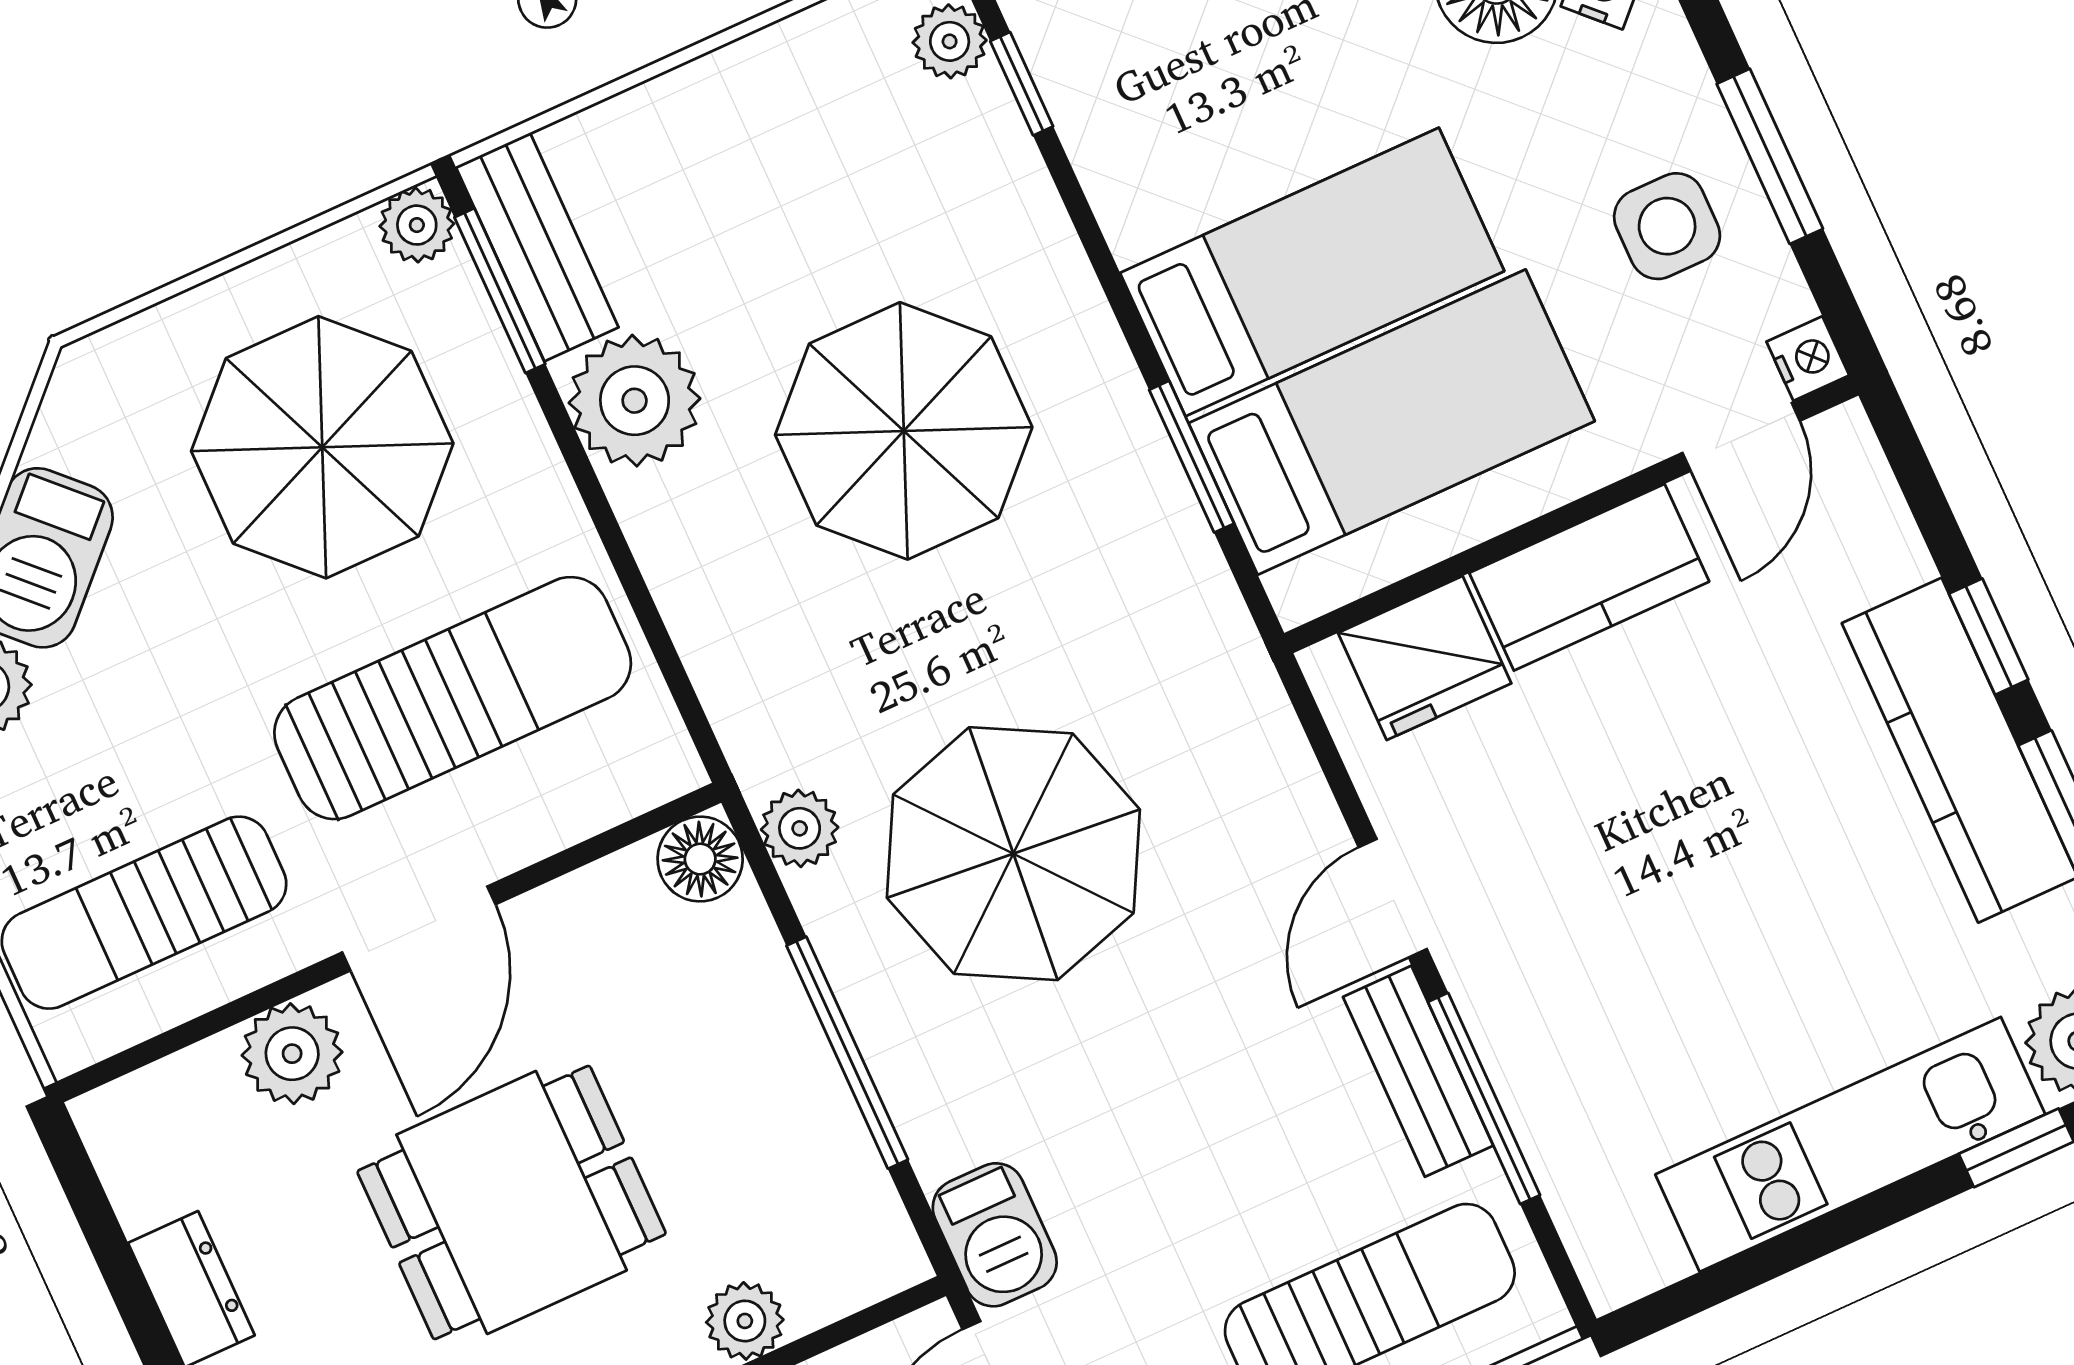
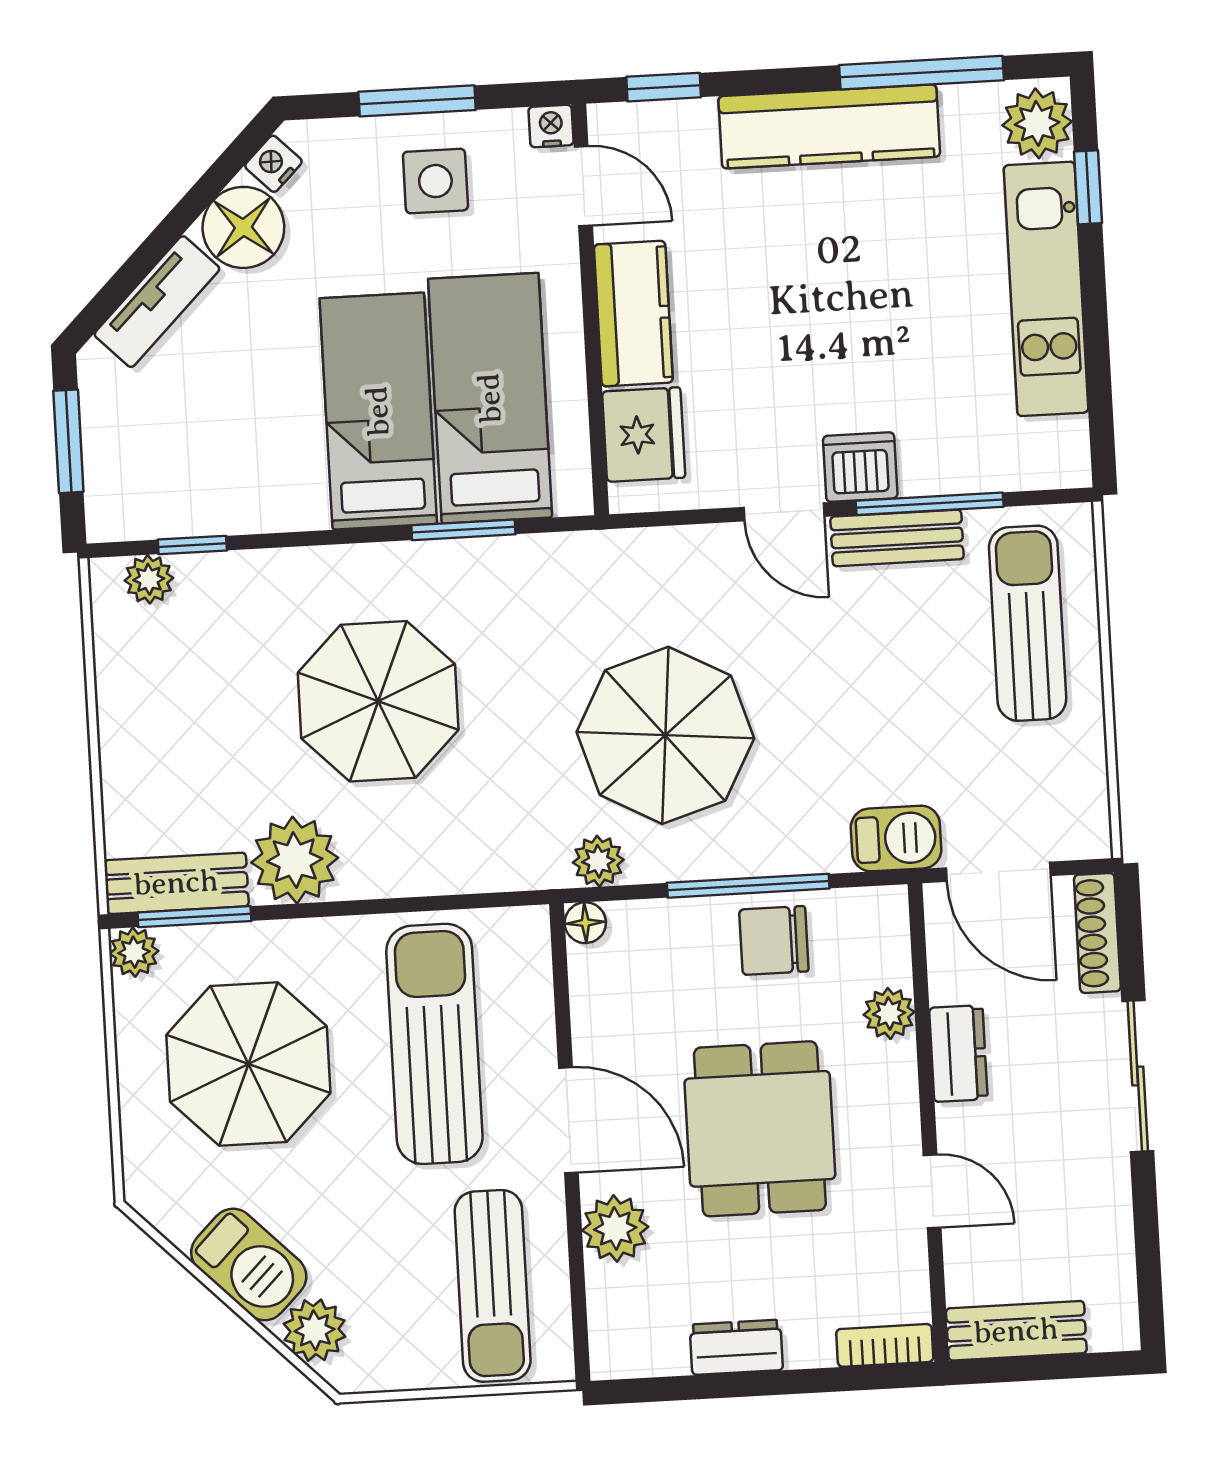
window: (1989, 637) -> (664, 87), moved
floor lamp: (700, 859) -> (585, 923), width x0.73, depth x0.73
dishwasher: (1498, 981) -> (860, 467), added
chair: (784, 1119) -> (774, 940), added

